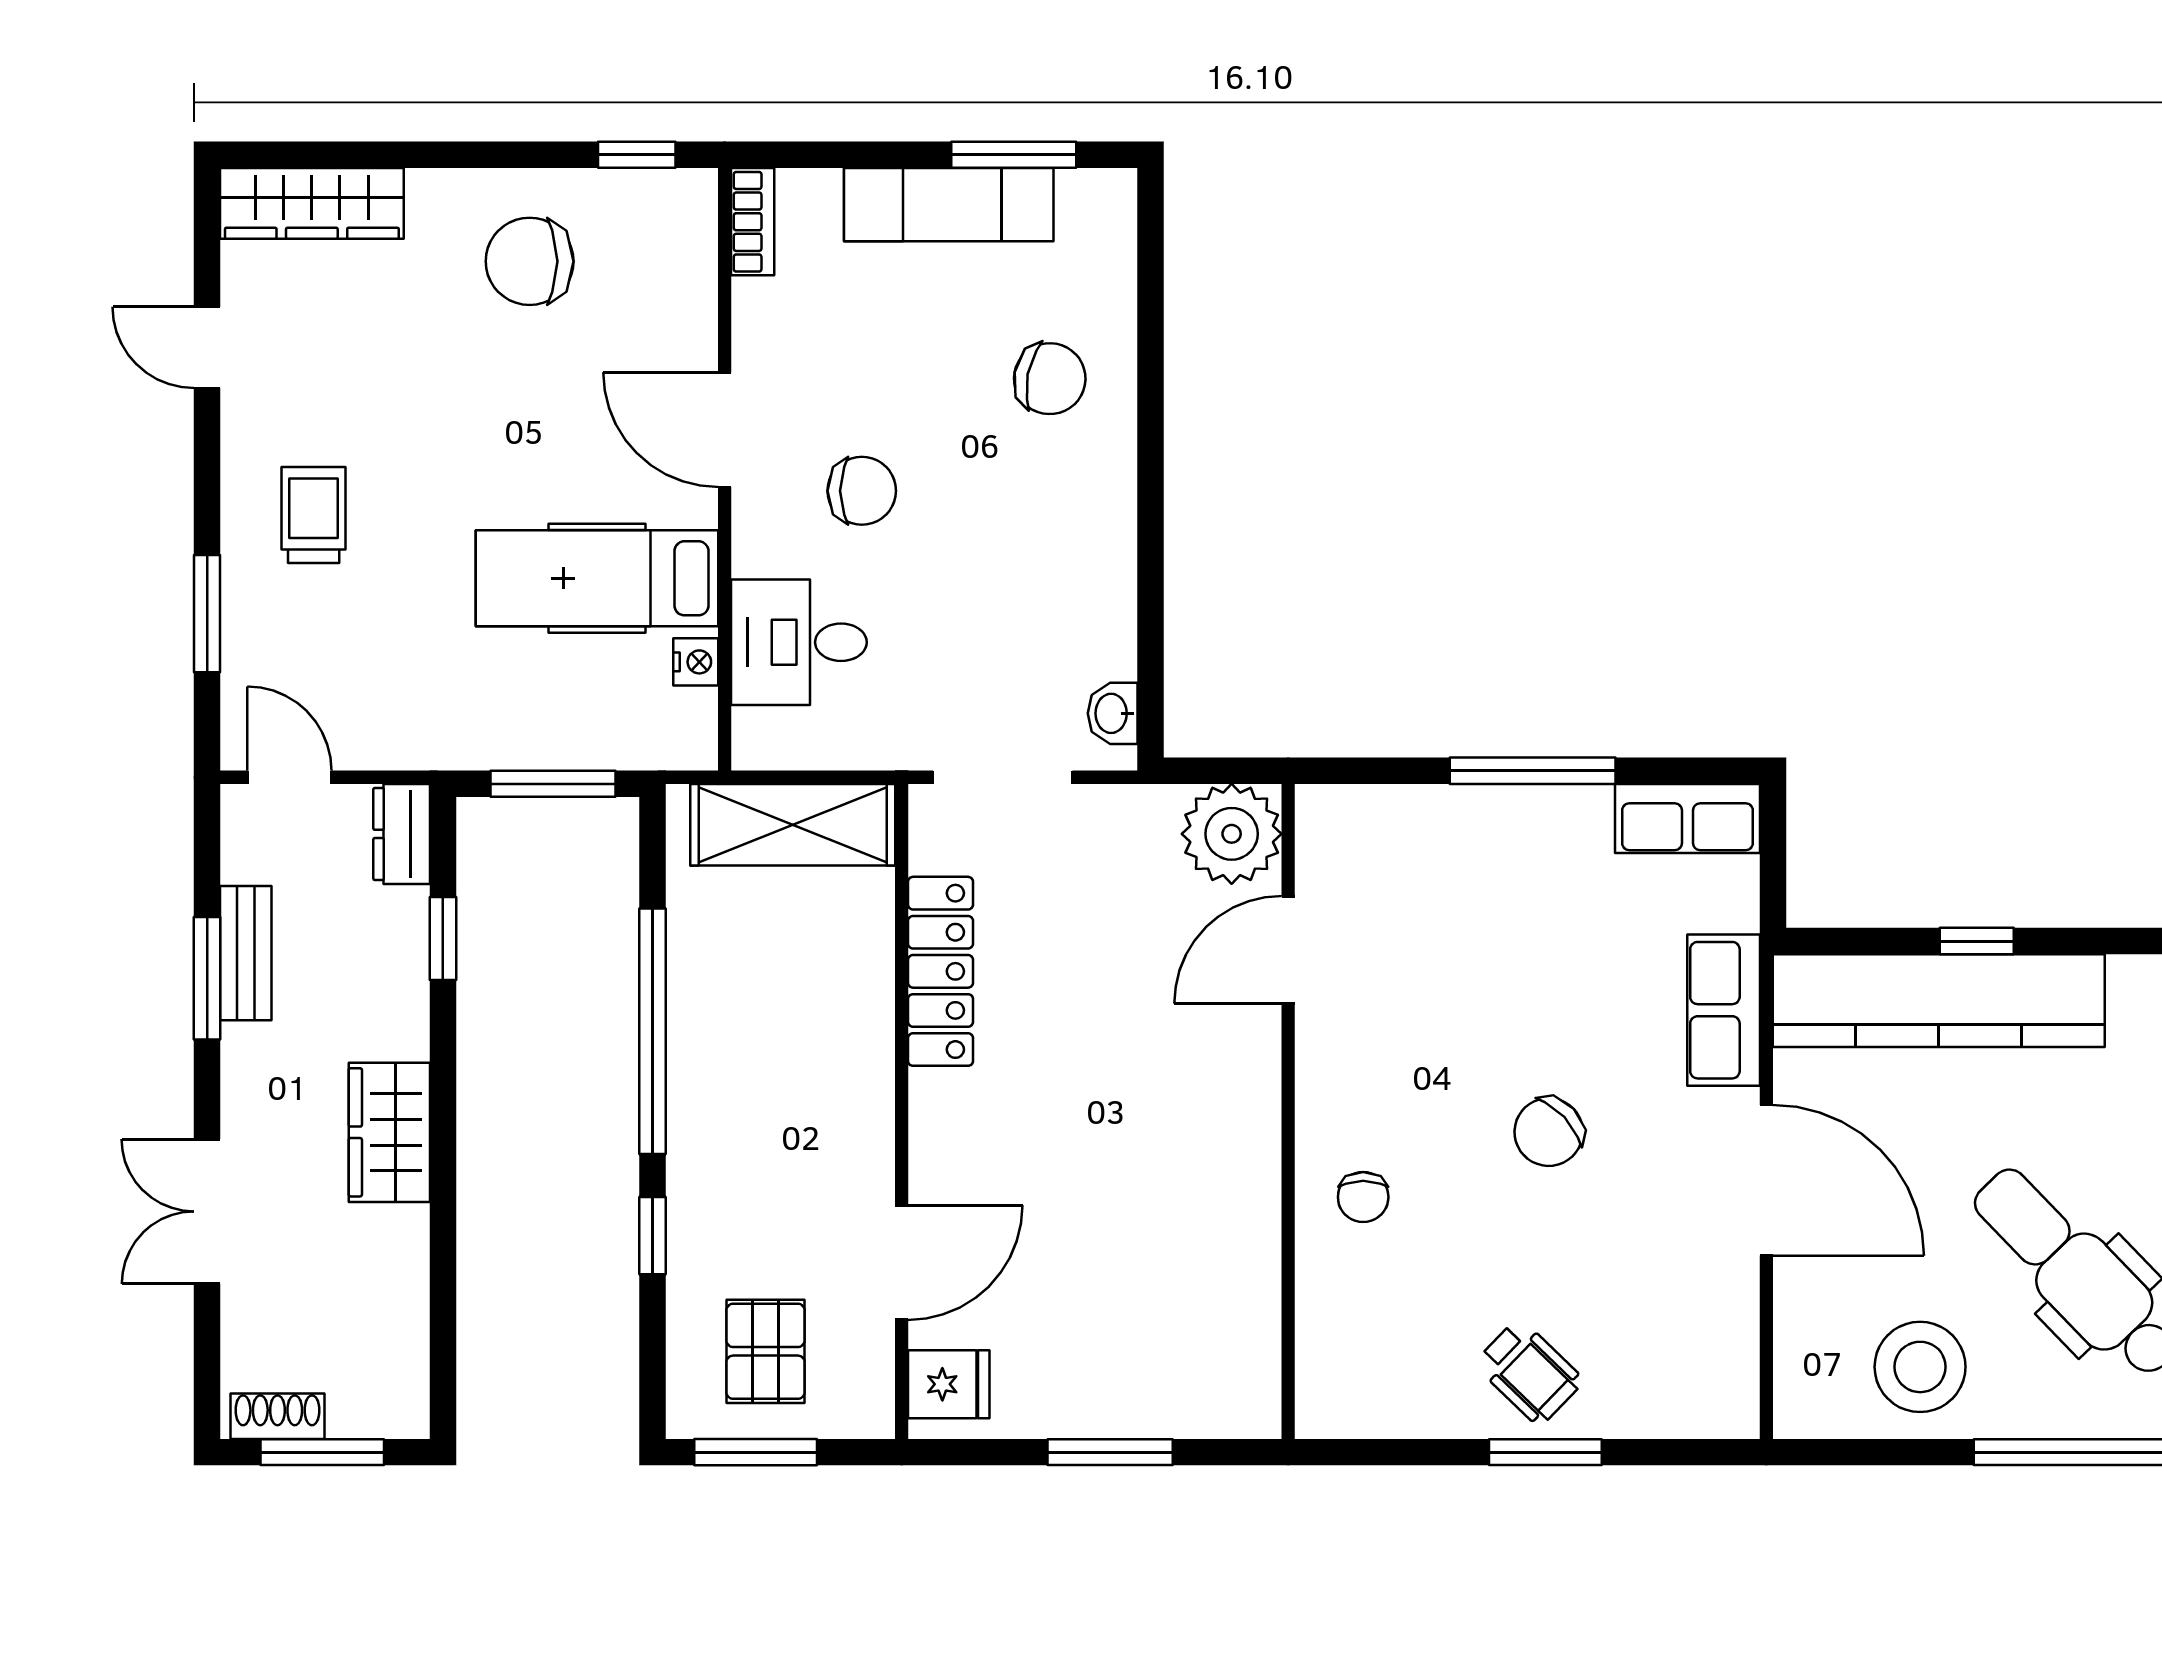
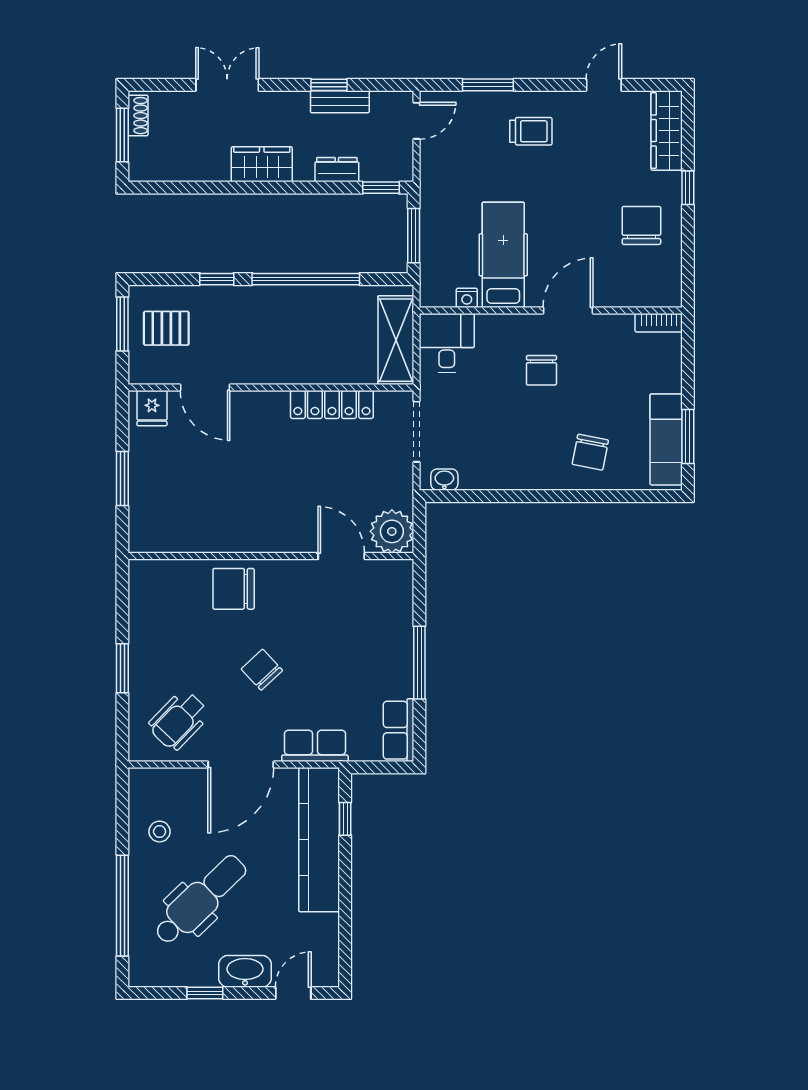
window: (637, 155) -> (688, 188), moved
exam couch: (949, 205) -> (666, 439), moved
desk: (799, 642) -> (447, 343), moved
dresser: (402, 834) -> (337, 170), moved
window: (443, 939) -> (381, 188), moved
window: (1977, 941) -> (345, 819), moved
window: (207, 978) -> (329, 85), width x0.67
chair: (1363, 1197) -> (234, 589), width x1.87, depth x1.87
stool: (1920, 1367) -> (160, 832), width x0.53, depth x0.53
wheelchair: (1529, 1372) -> (179, 720), moved, width x1.36, depth x1.37

